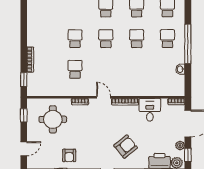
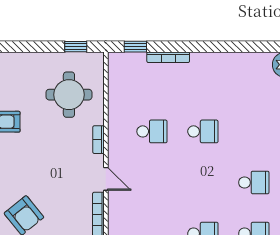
school desk: (106, 39) -> (203, 182), removed
door: (104, 97) -> (106, 179), hinge flipped
door: (24, 149) -> (20, 47), removed

